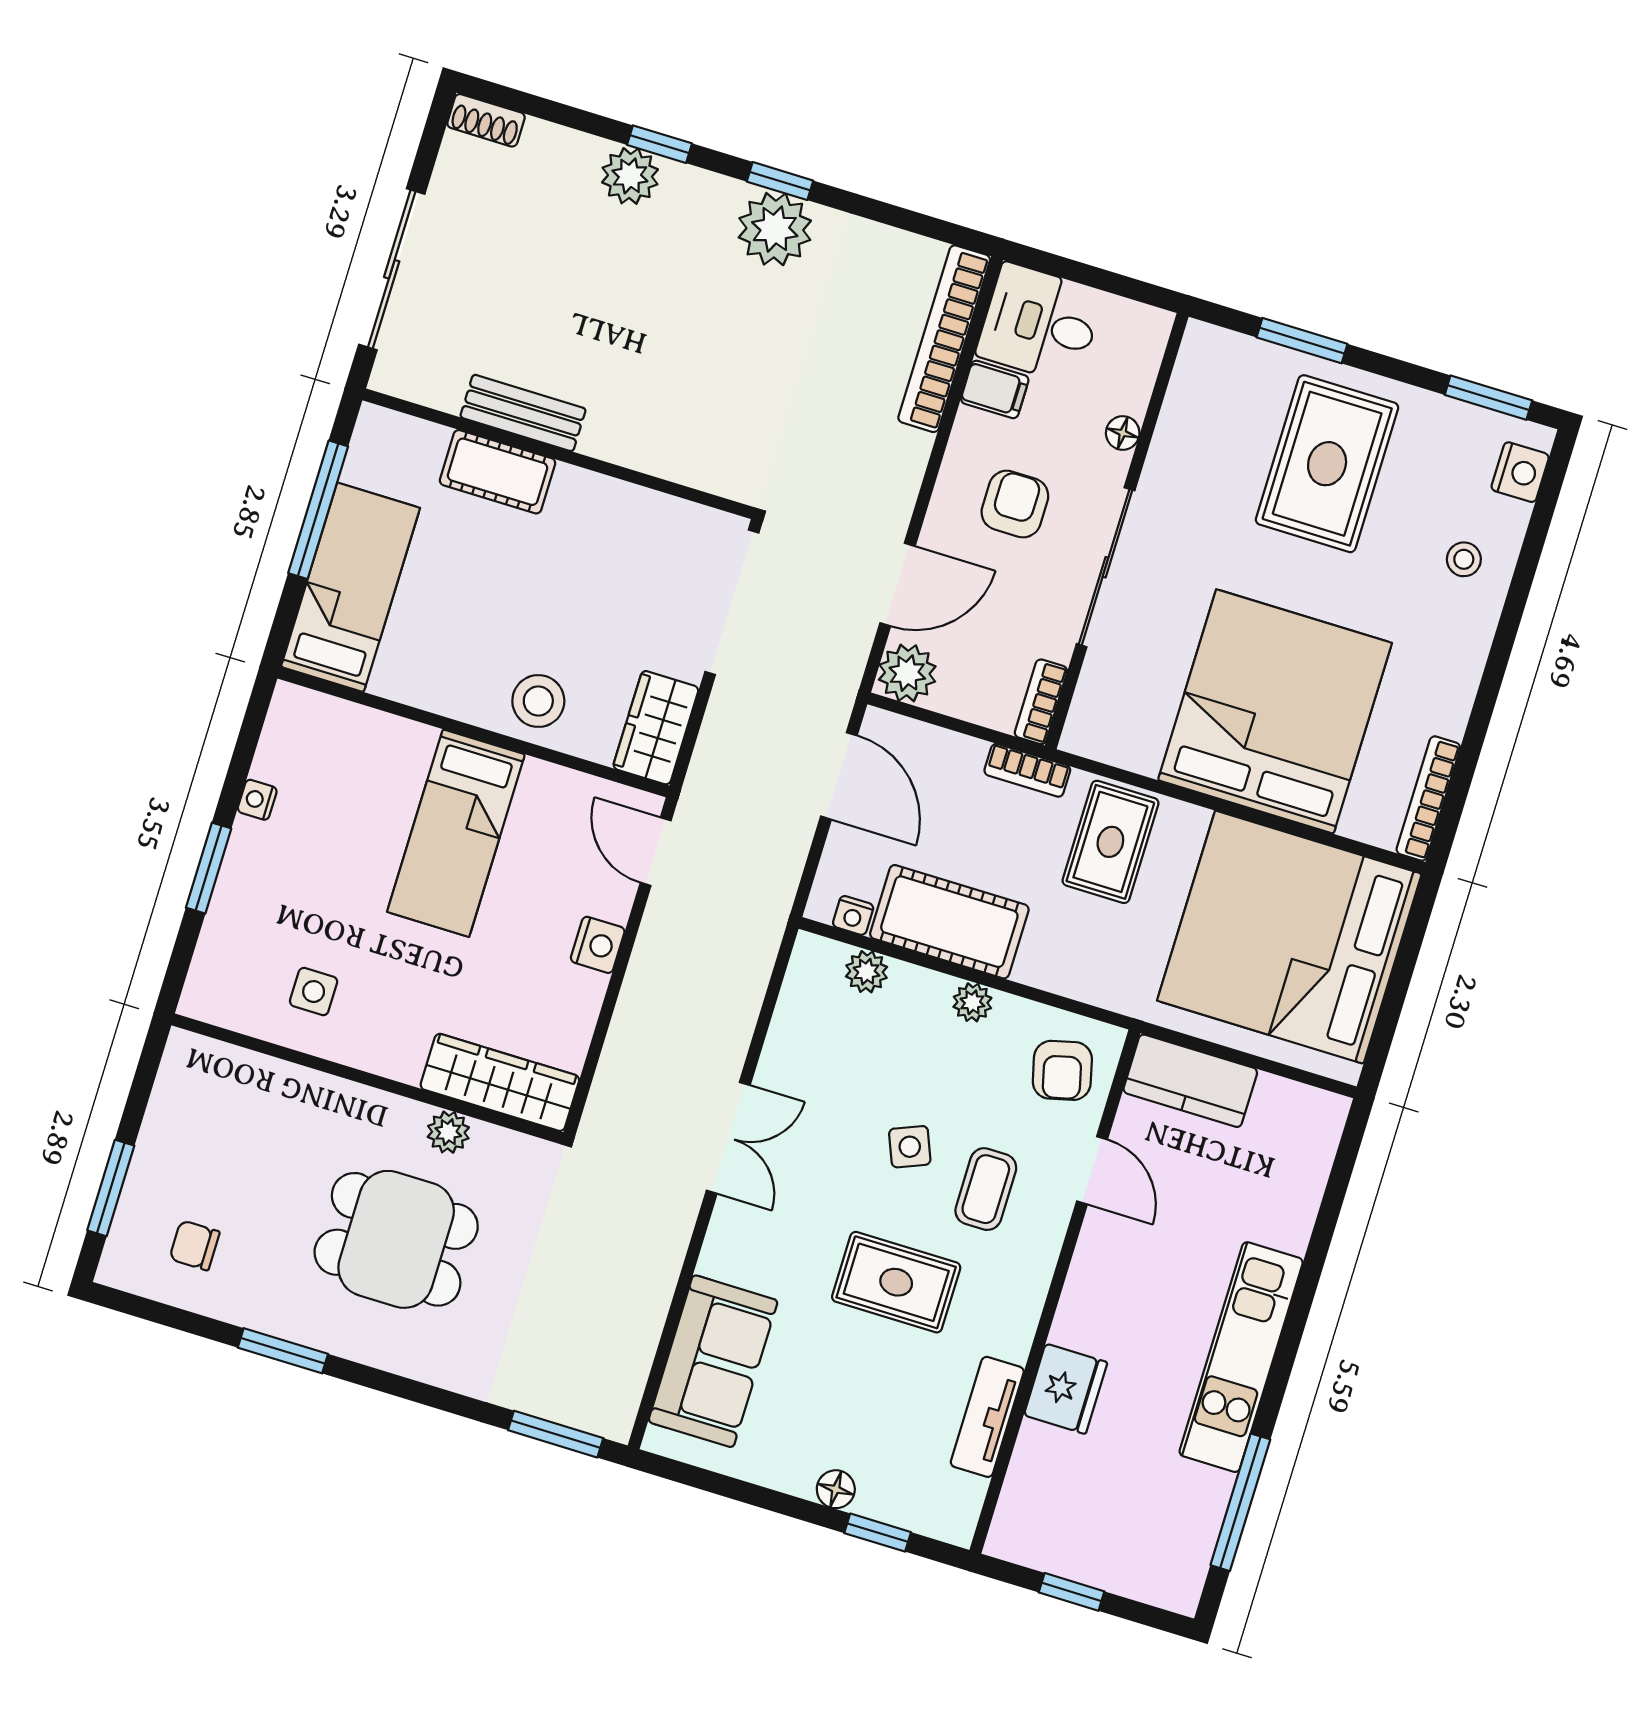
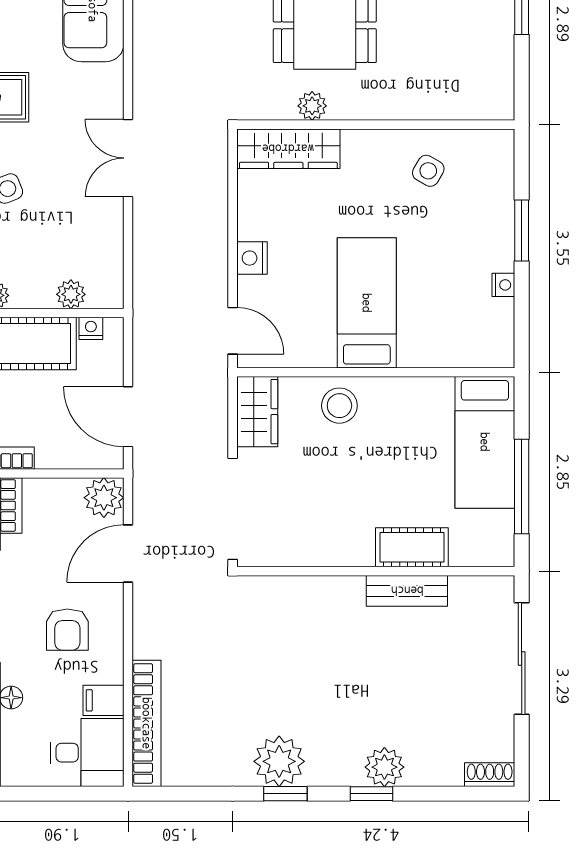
side table: (314, 992) -> (428, 171), turned 30

